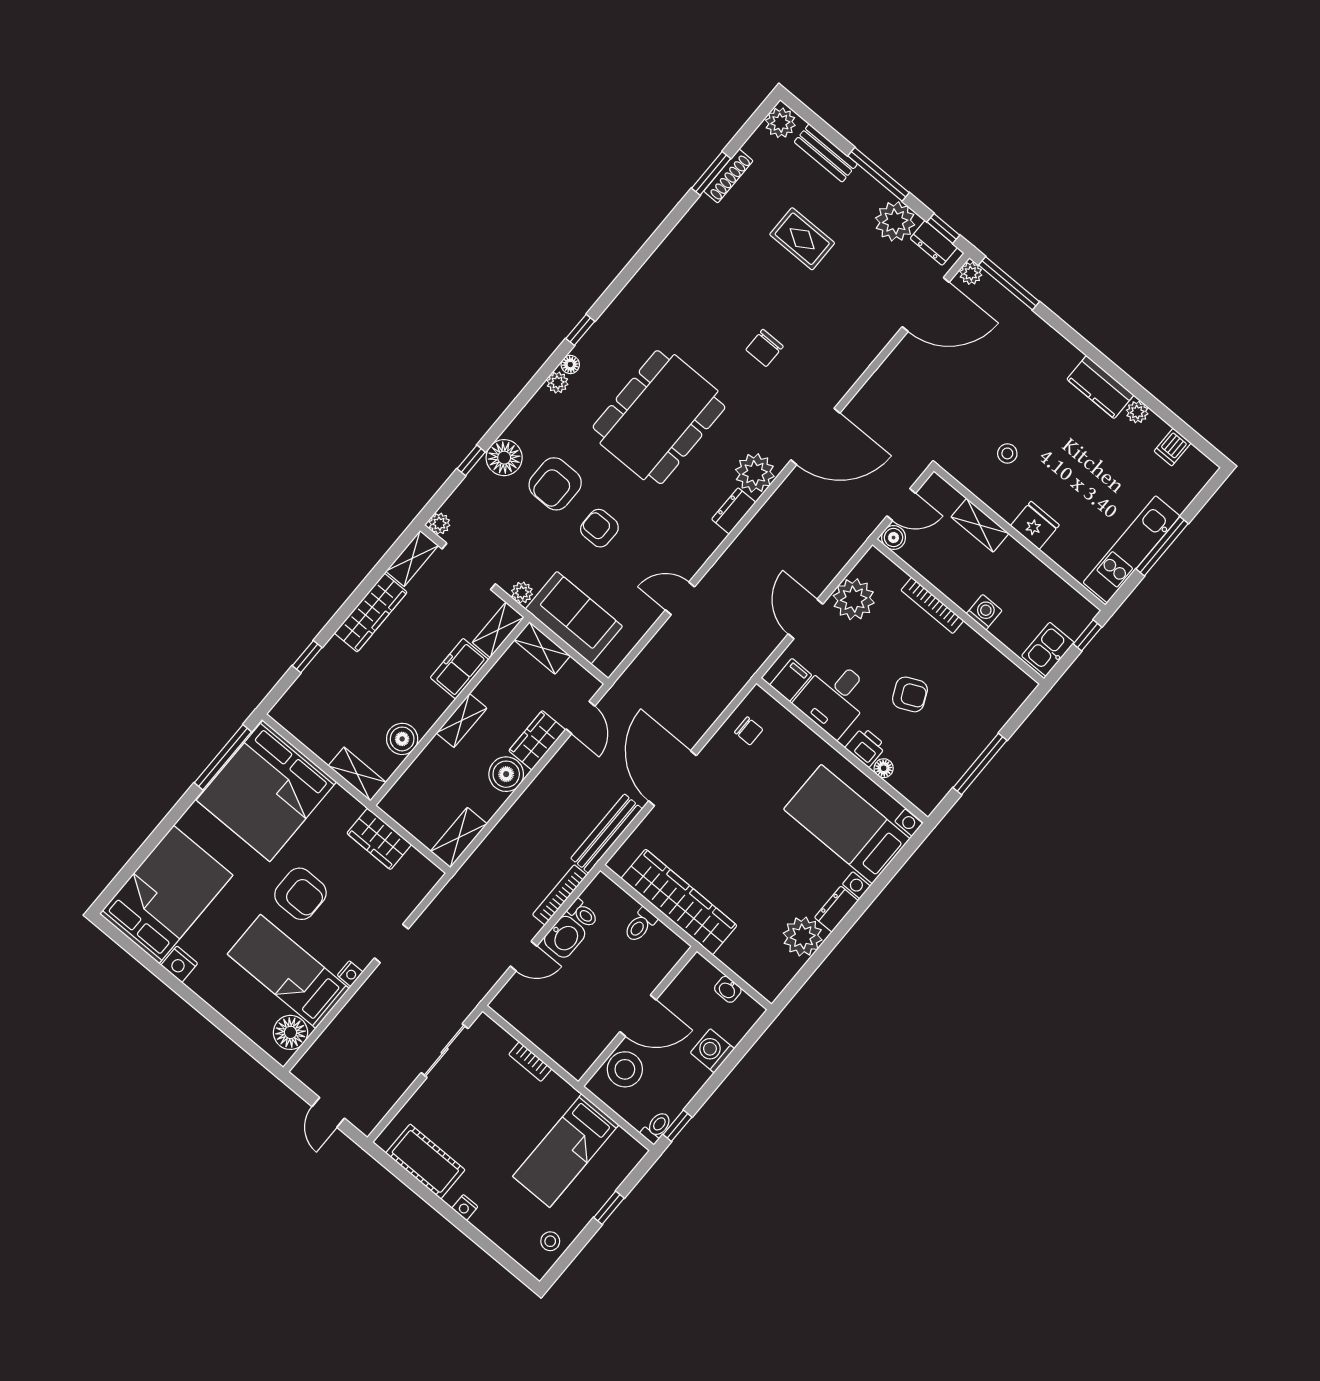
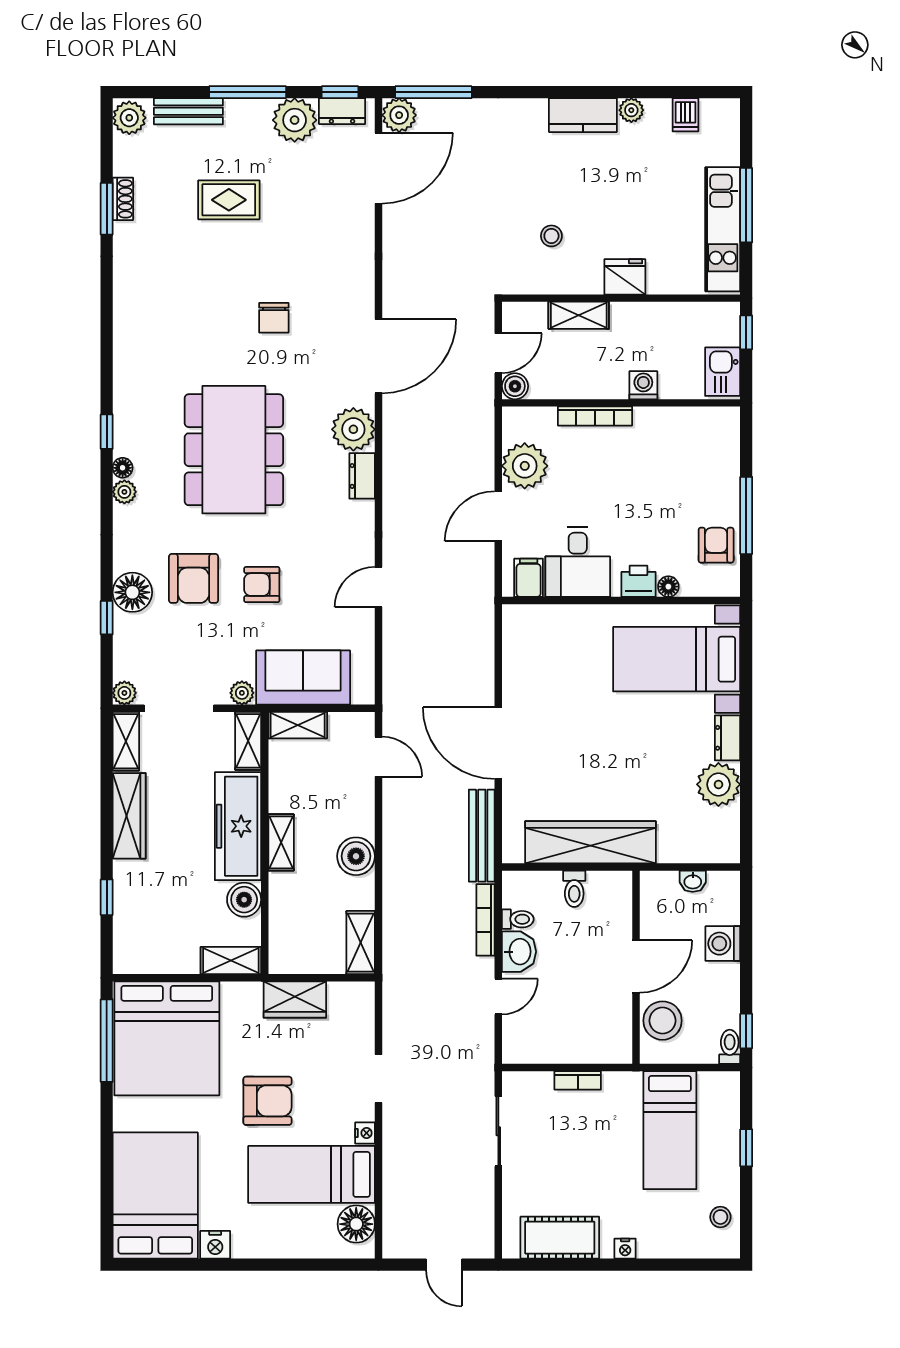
shoe rack: (728, 176) -> (123, 199), width x0.70
plant: (971, 273) -> (399, 115), width x1.38, depth x1.38
door: (806, 619) -> (498, 516), hinge flipped
freezer: (459, 669) -> (238, 826), width x1.91, depth x1.26
armchair: (910, 694) -> (716, 545), moved, turned -65
chair: (749, 731) -> (529, 650), removed
wardrobe: (537, 740) -> (358, 806), removed

